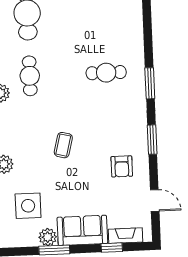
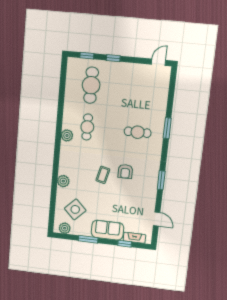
window: (150, 83) -> (167, 128), moved
armchair: (122, 166) -> (125, 171), moved
side table: (28, 206) -> (75, 209), turned 45
plant: (48, 237) -> (65, 228), moved

